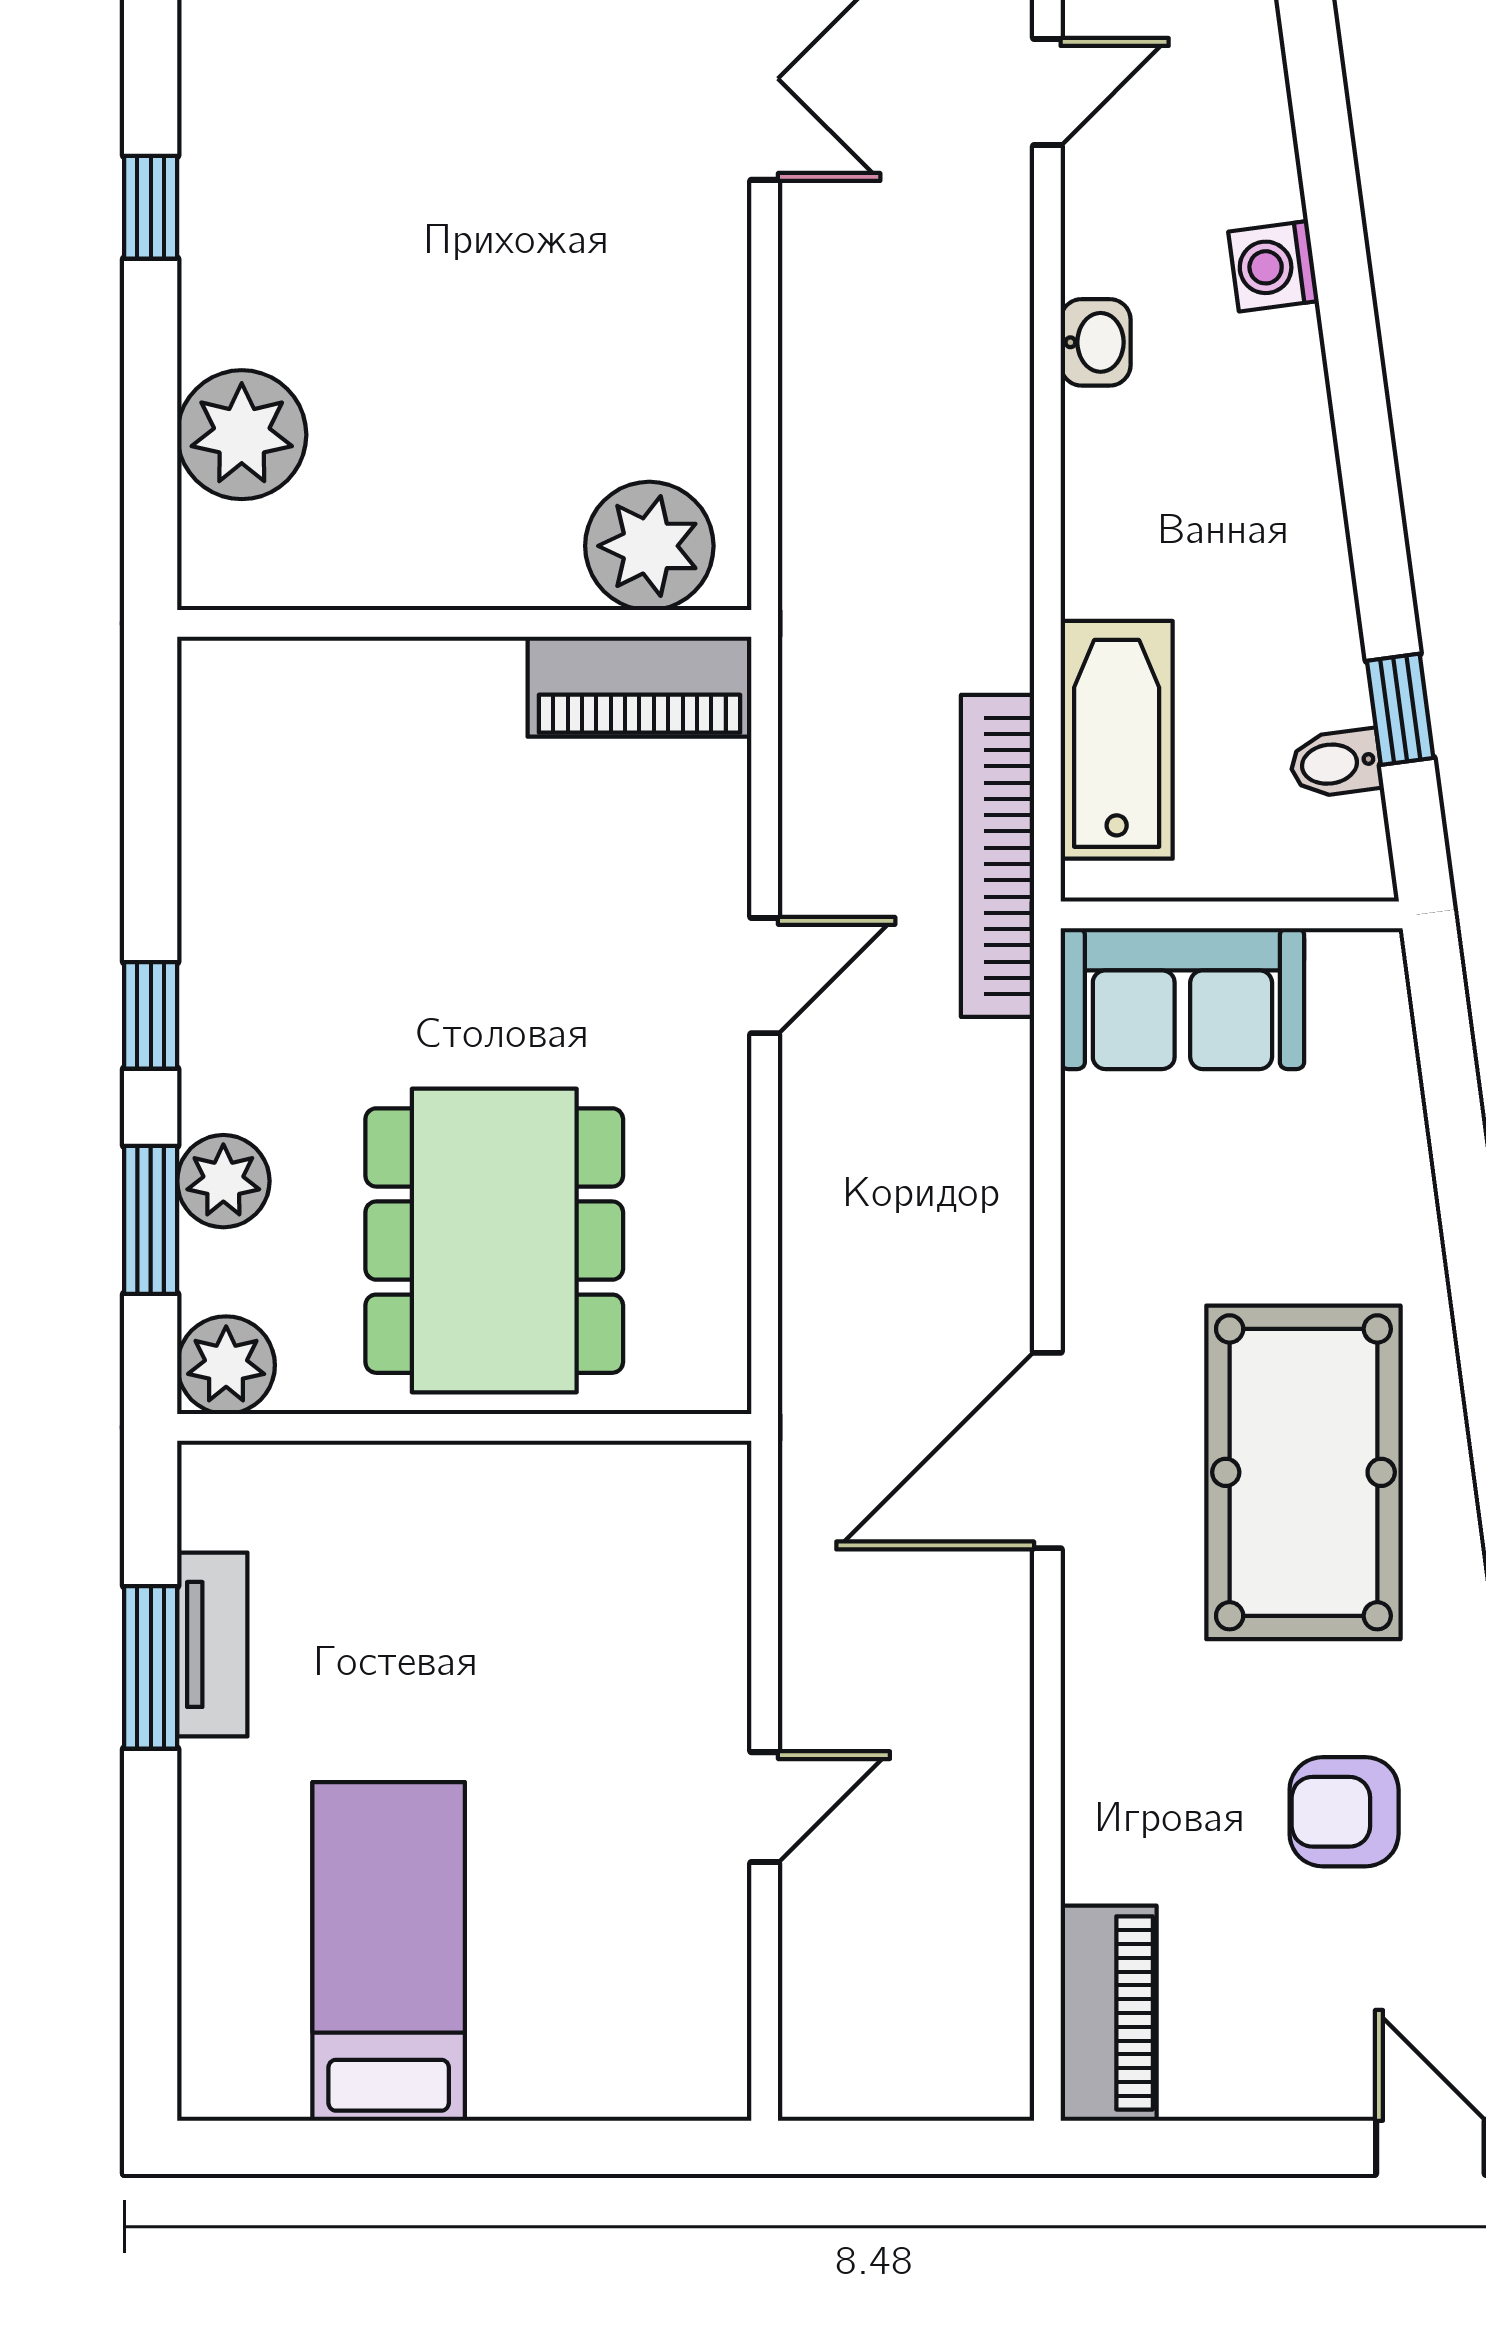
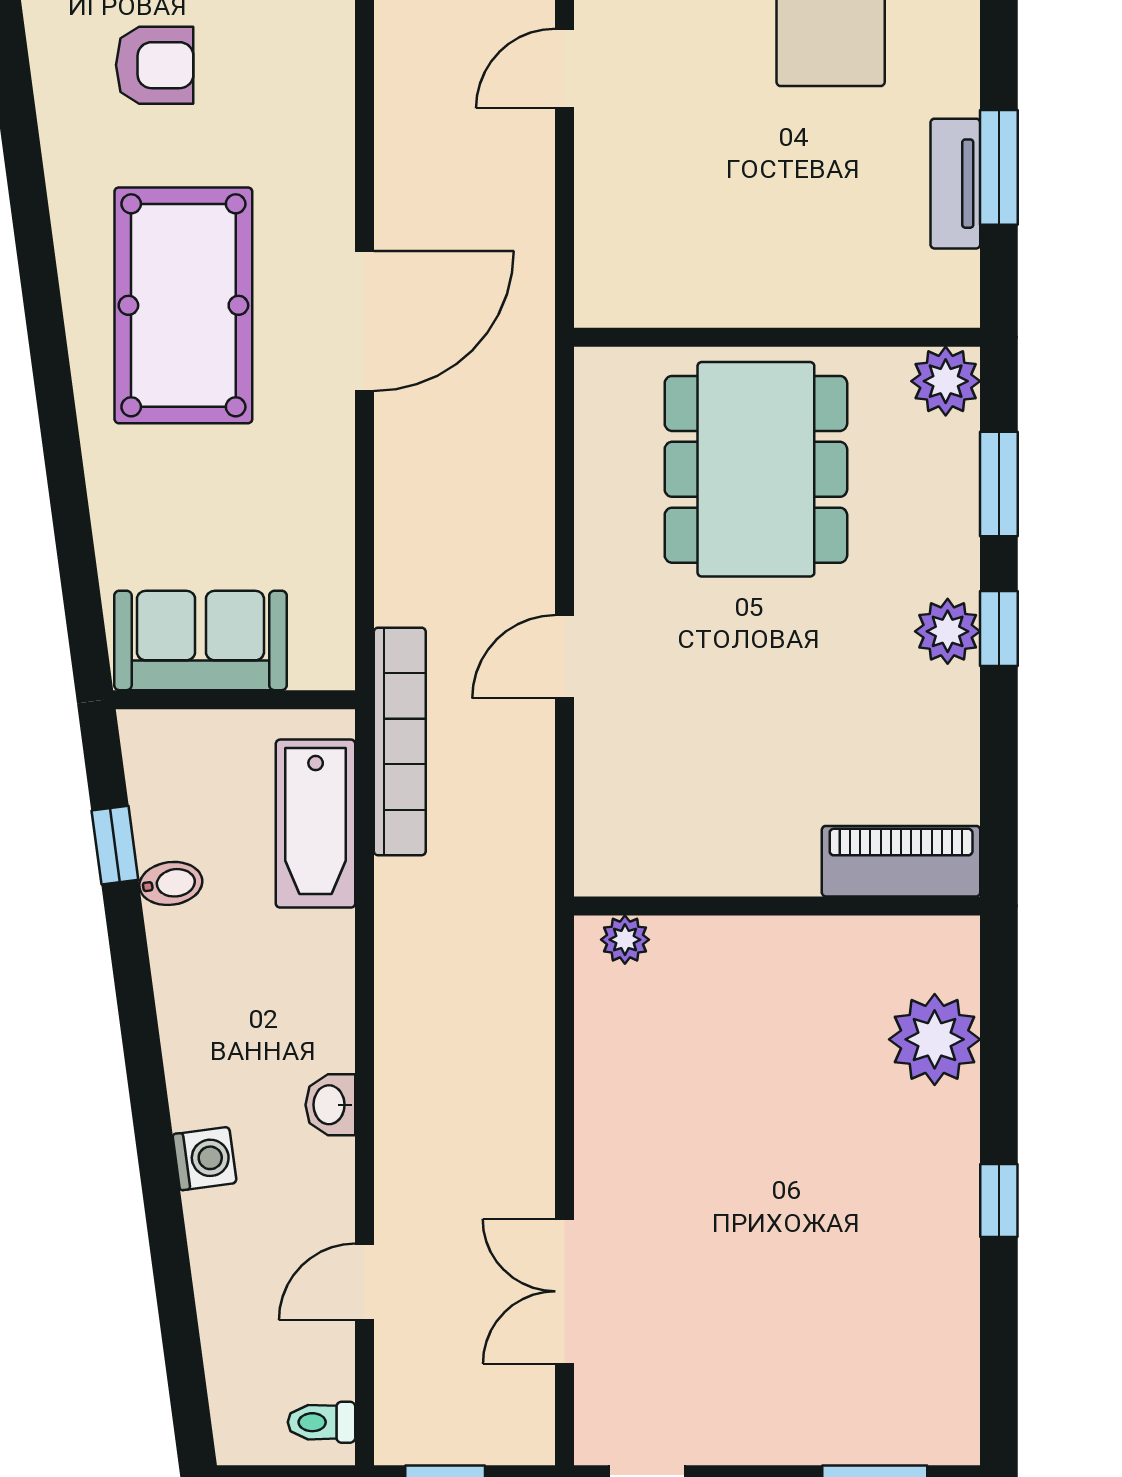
plant: (649, 546) -> (625, 940), width x0.53, depth x0.53
piano: (639, 687) -> (901, 861), moved
bidet: (1336, 763) -> (171, 883), moved
sofa: (1182, 999) -> (200, 640), moved
plant: (223, 1181) -> (948, 631), moved

